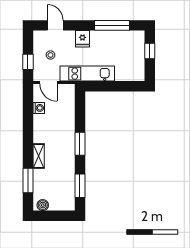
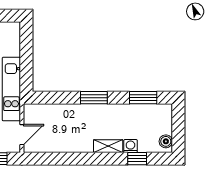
washing machine: (39, 108) -> (130, 146), moved
window: (28, 181) -> (137, 159), width x0.67

